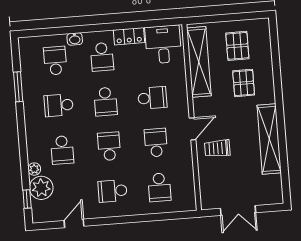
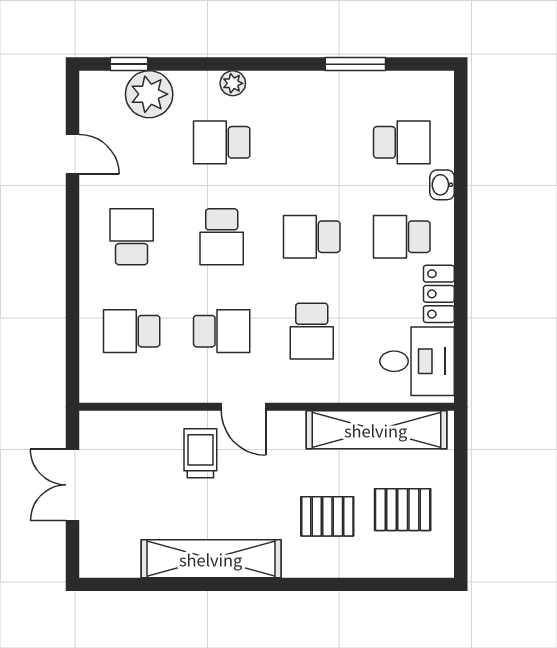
school desk: (59, 105) -> (312, 142), removed
school desk: (109, 146) -> (222, 237), turned 90
plant: (34, 169) -> (233, 83), moved

